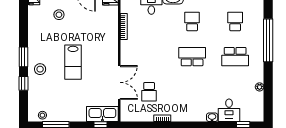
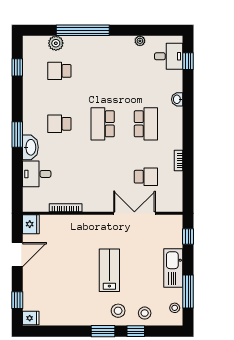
stool: (59, 15) -> (145, 313), moved
plant: (258, 18) -> (56, 43), added
school desk: (235, 57) -> (146, 124), moved
lab bench: (73, 62) -> (109, 270), turned -90
desk: (229, 110) -> (169, 56), moved
kitchen sink: (102, 114) -> (173, 268), moved

